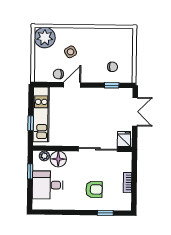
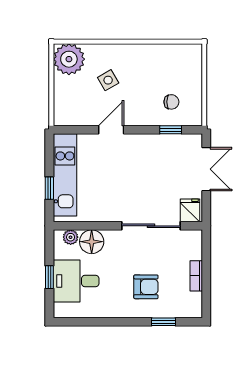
chair: (58, 74) -> (90, 114), removed
window: (30, 171) -> (49, 277), moved

